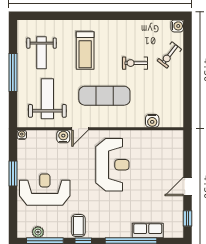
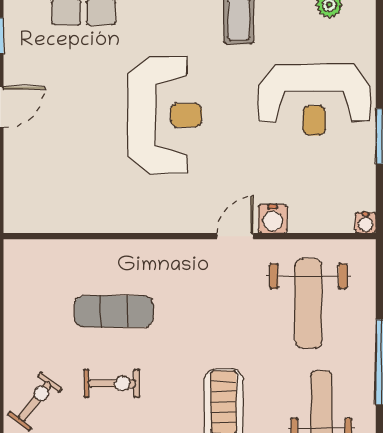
exercise mat: (104, 96) -> (114, 311), moved, width x0.73, depth x0.69
water cooler: (152, 121) -> (73, 254), removed
reception desk: (112, 165) -> (165, 115), moved, turned 180

